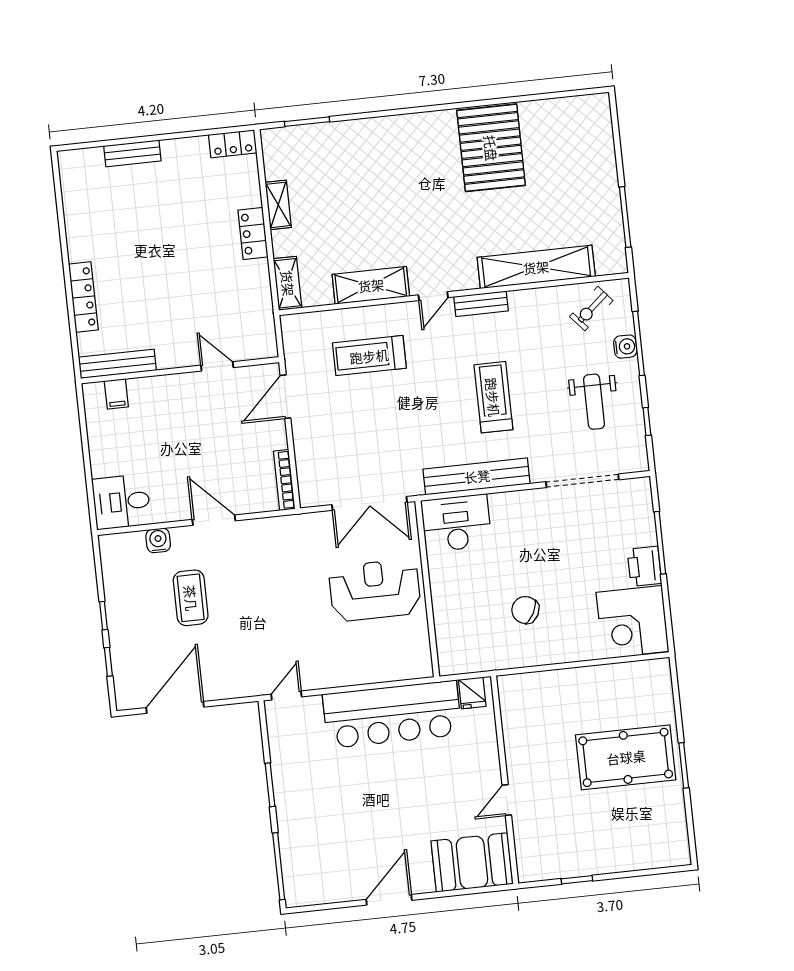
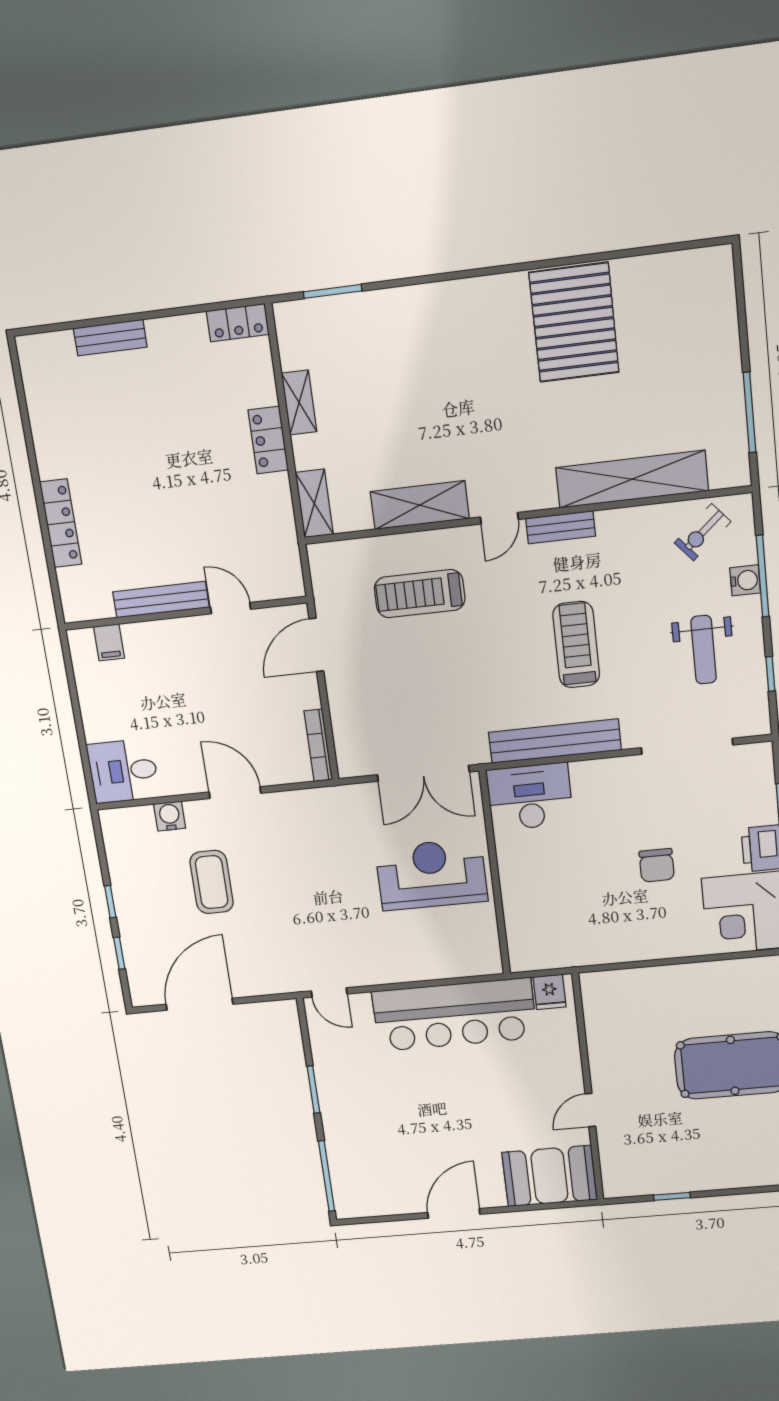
bench: (117, 364) -> (161, 600), moved
chair: (525, 610) -> (657, 865), moved, turned -118
door: (286, 695) -> (329, 992), swing flipped

